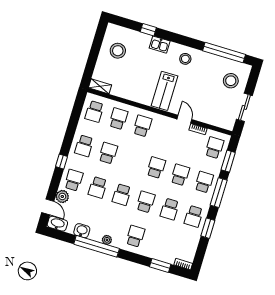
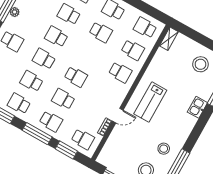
stool: (185, 59) -> (164, 149), moved
lab bench: (165, 91) -> (150, 102), turned -90
school desk: (180, 175) -> (63, 99), turned 180
school desk: (146, 202) -> (44, 59), turned 180

